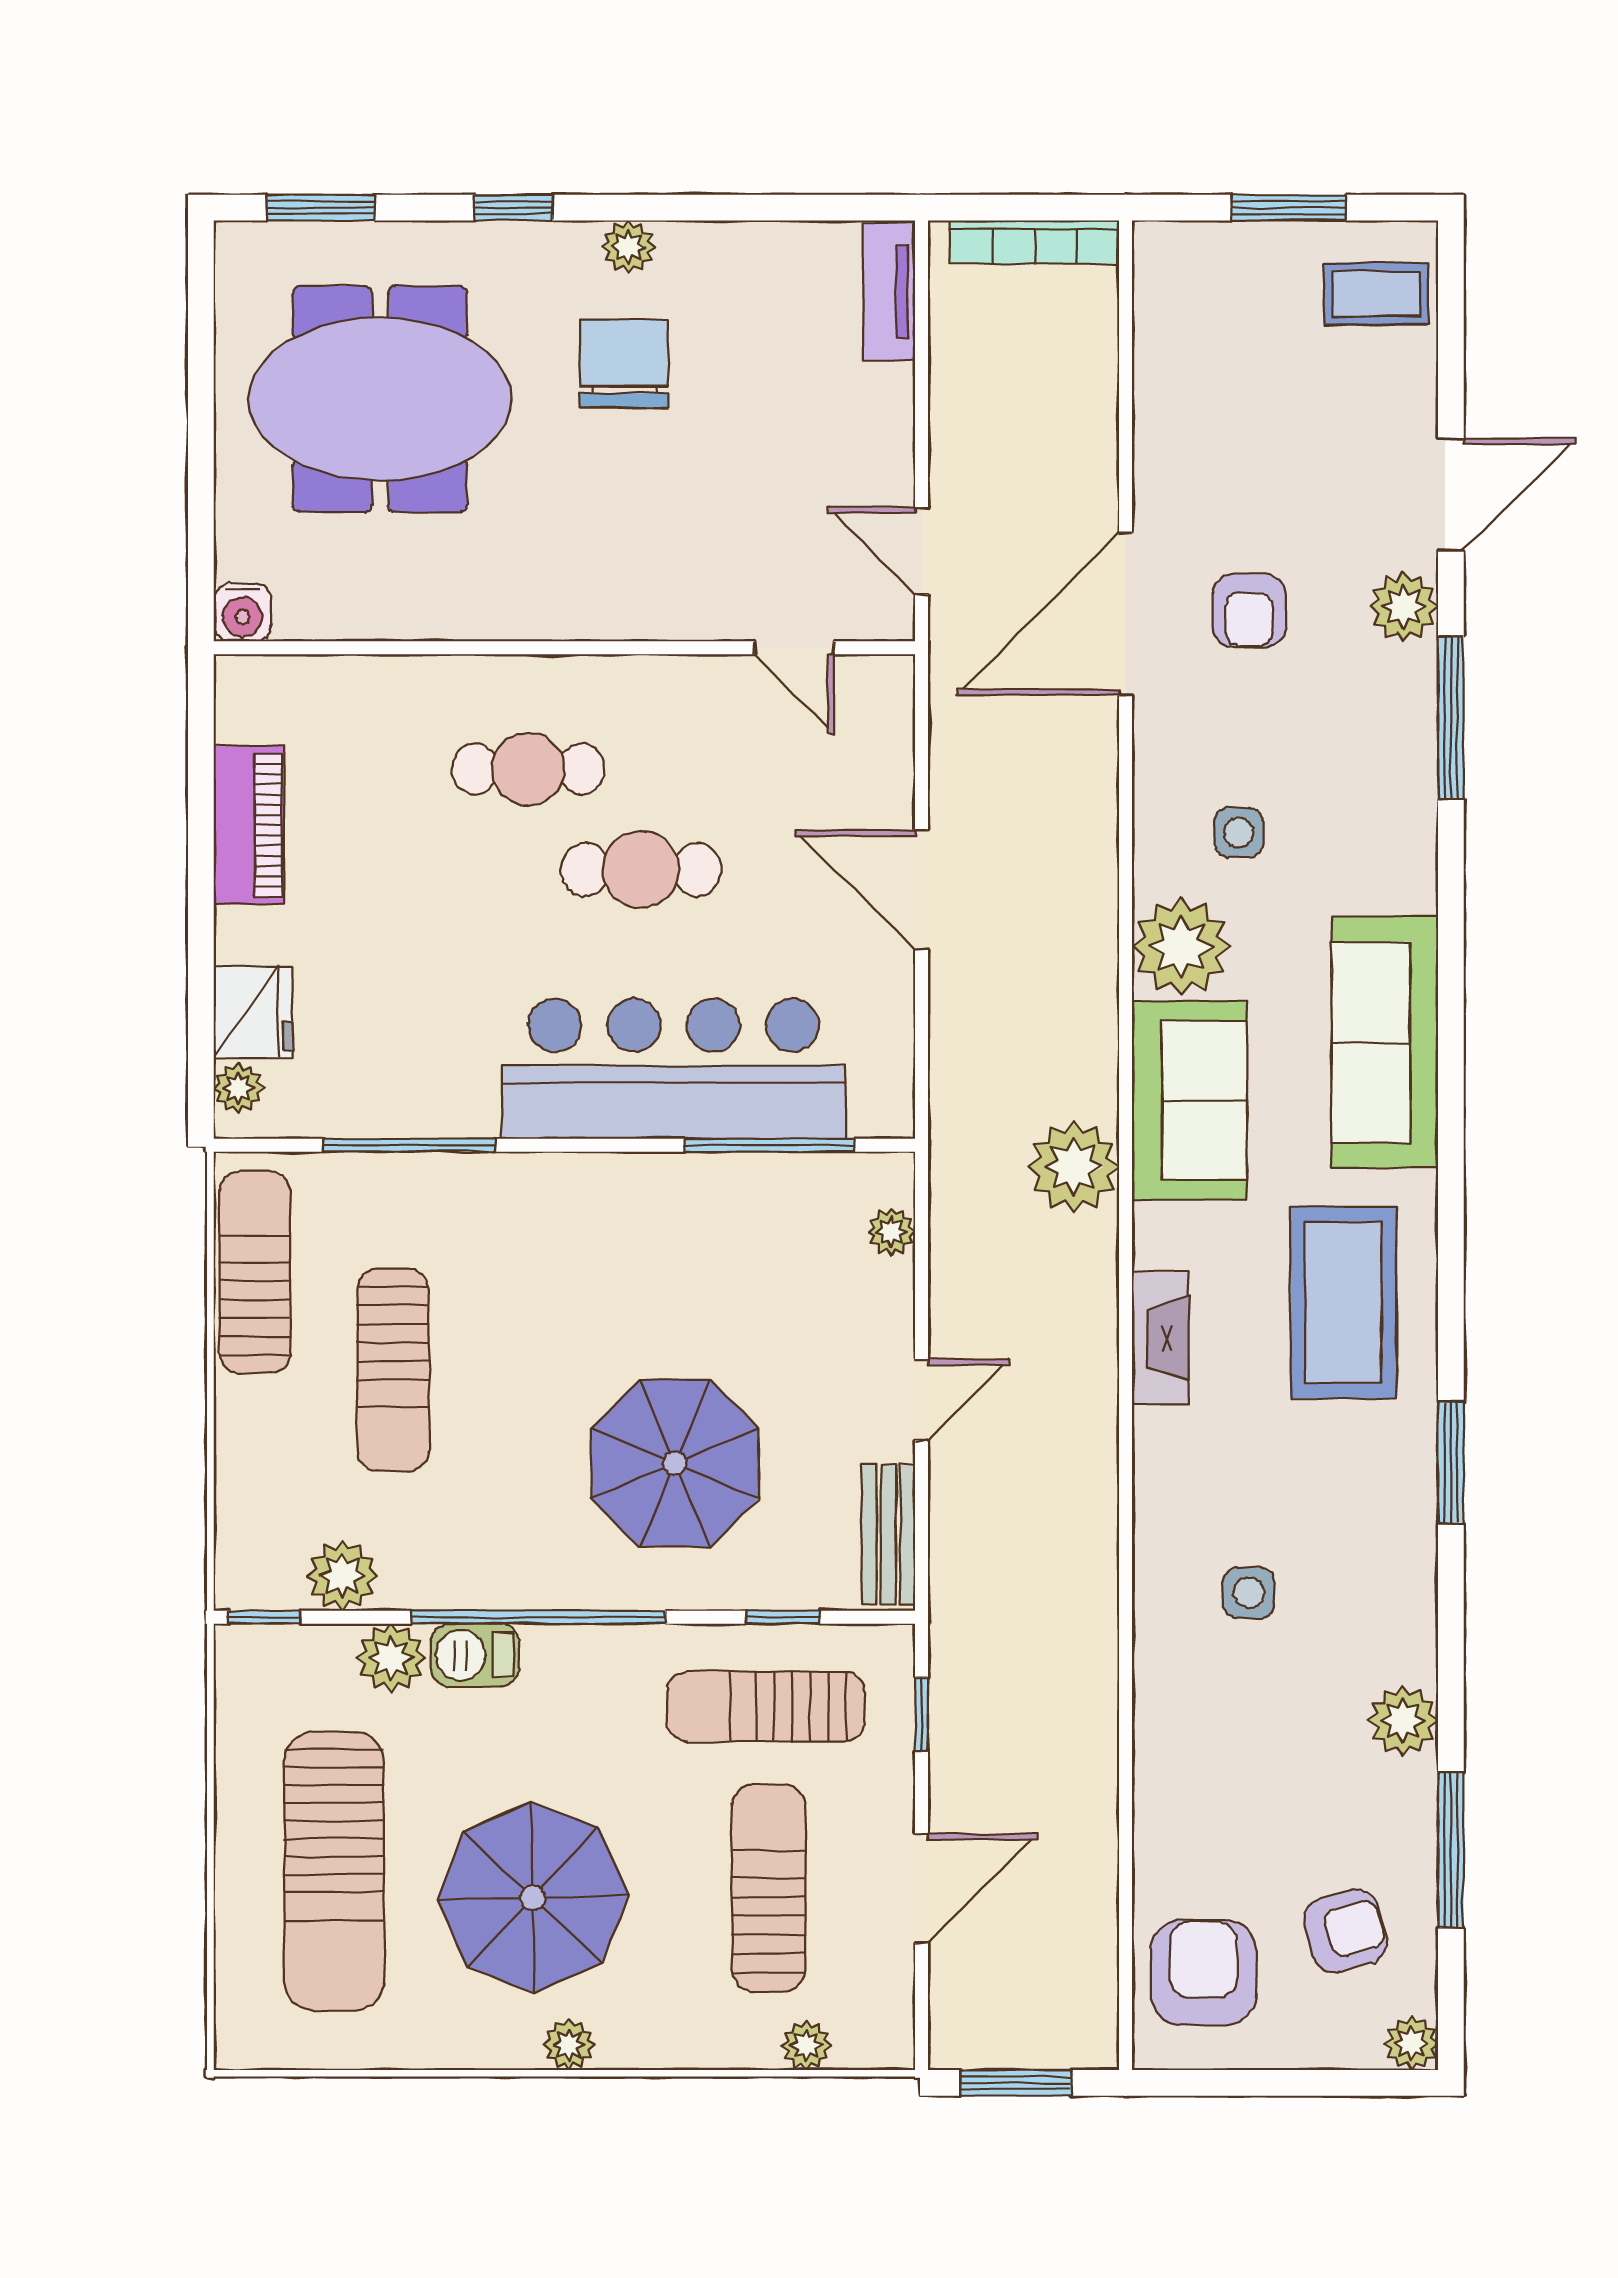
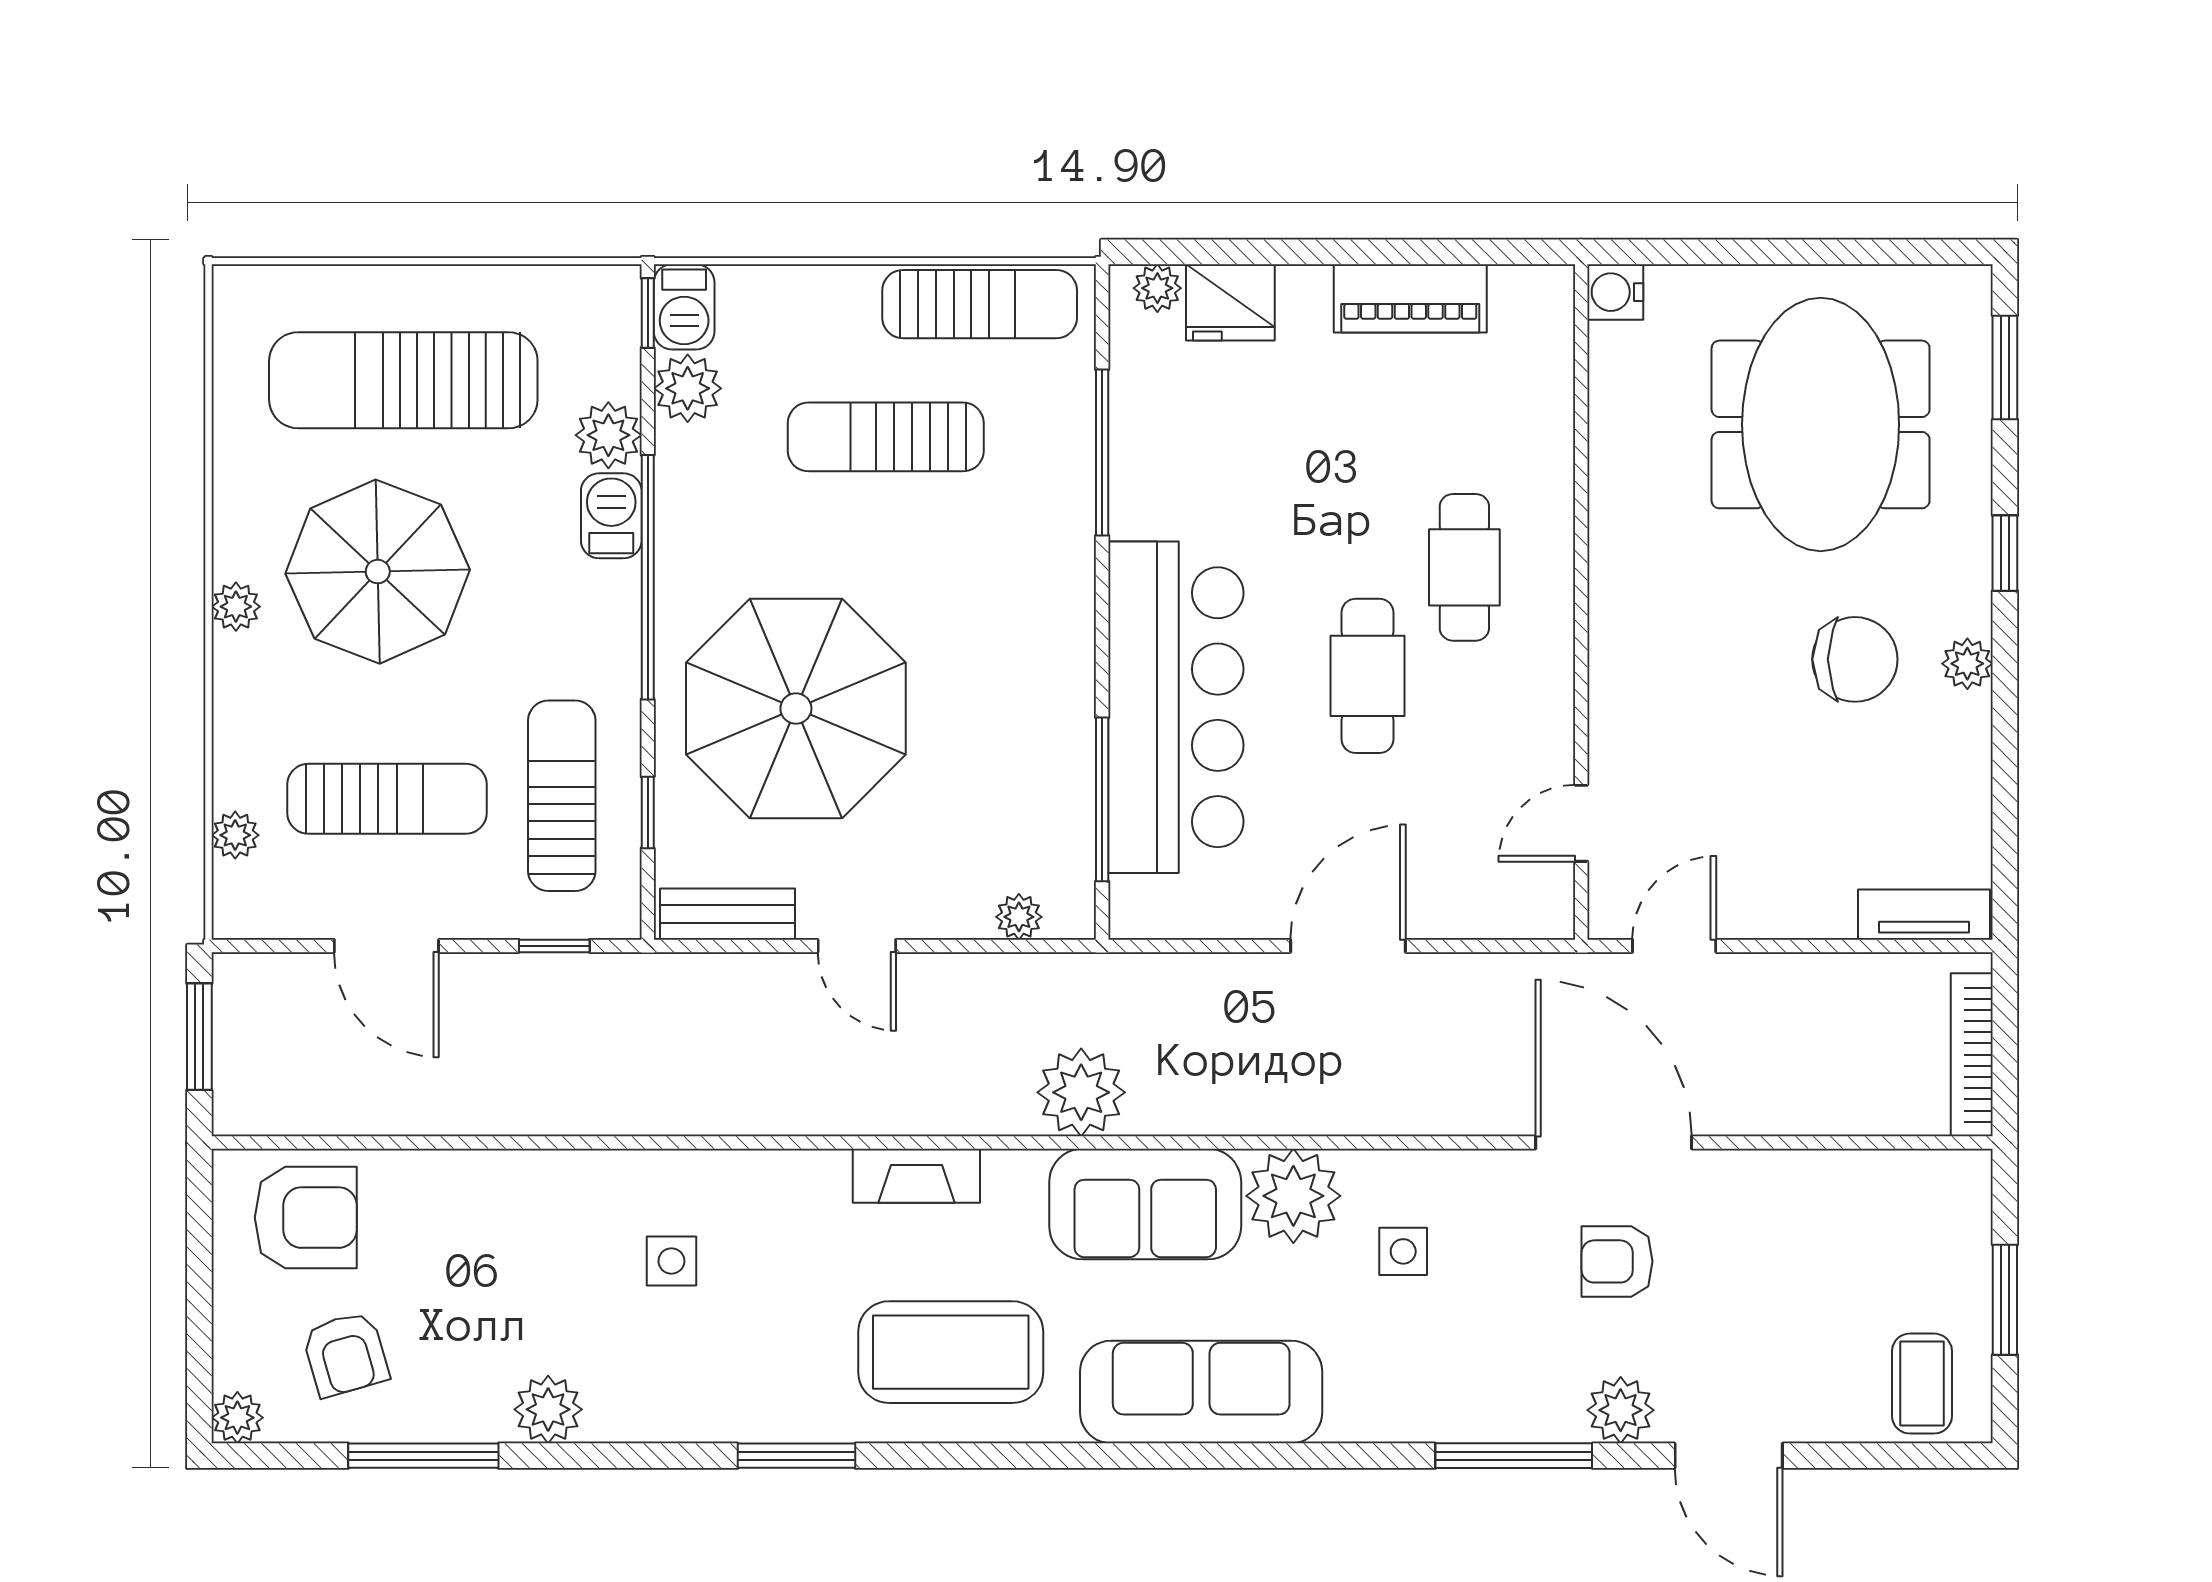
parasol: (675, 1463) -> (796, 709), width x1.36, depth x1.36
barbecue: (258, 1579) -> (684, 307), added

